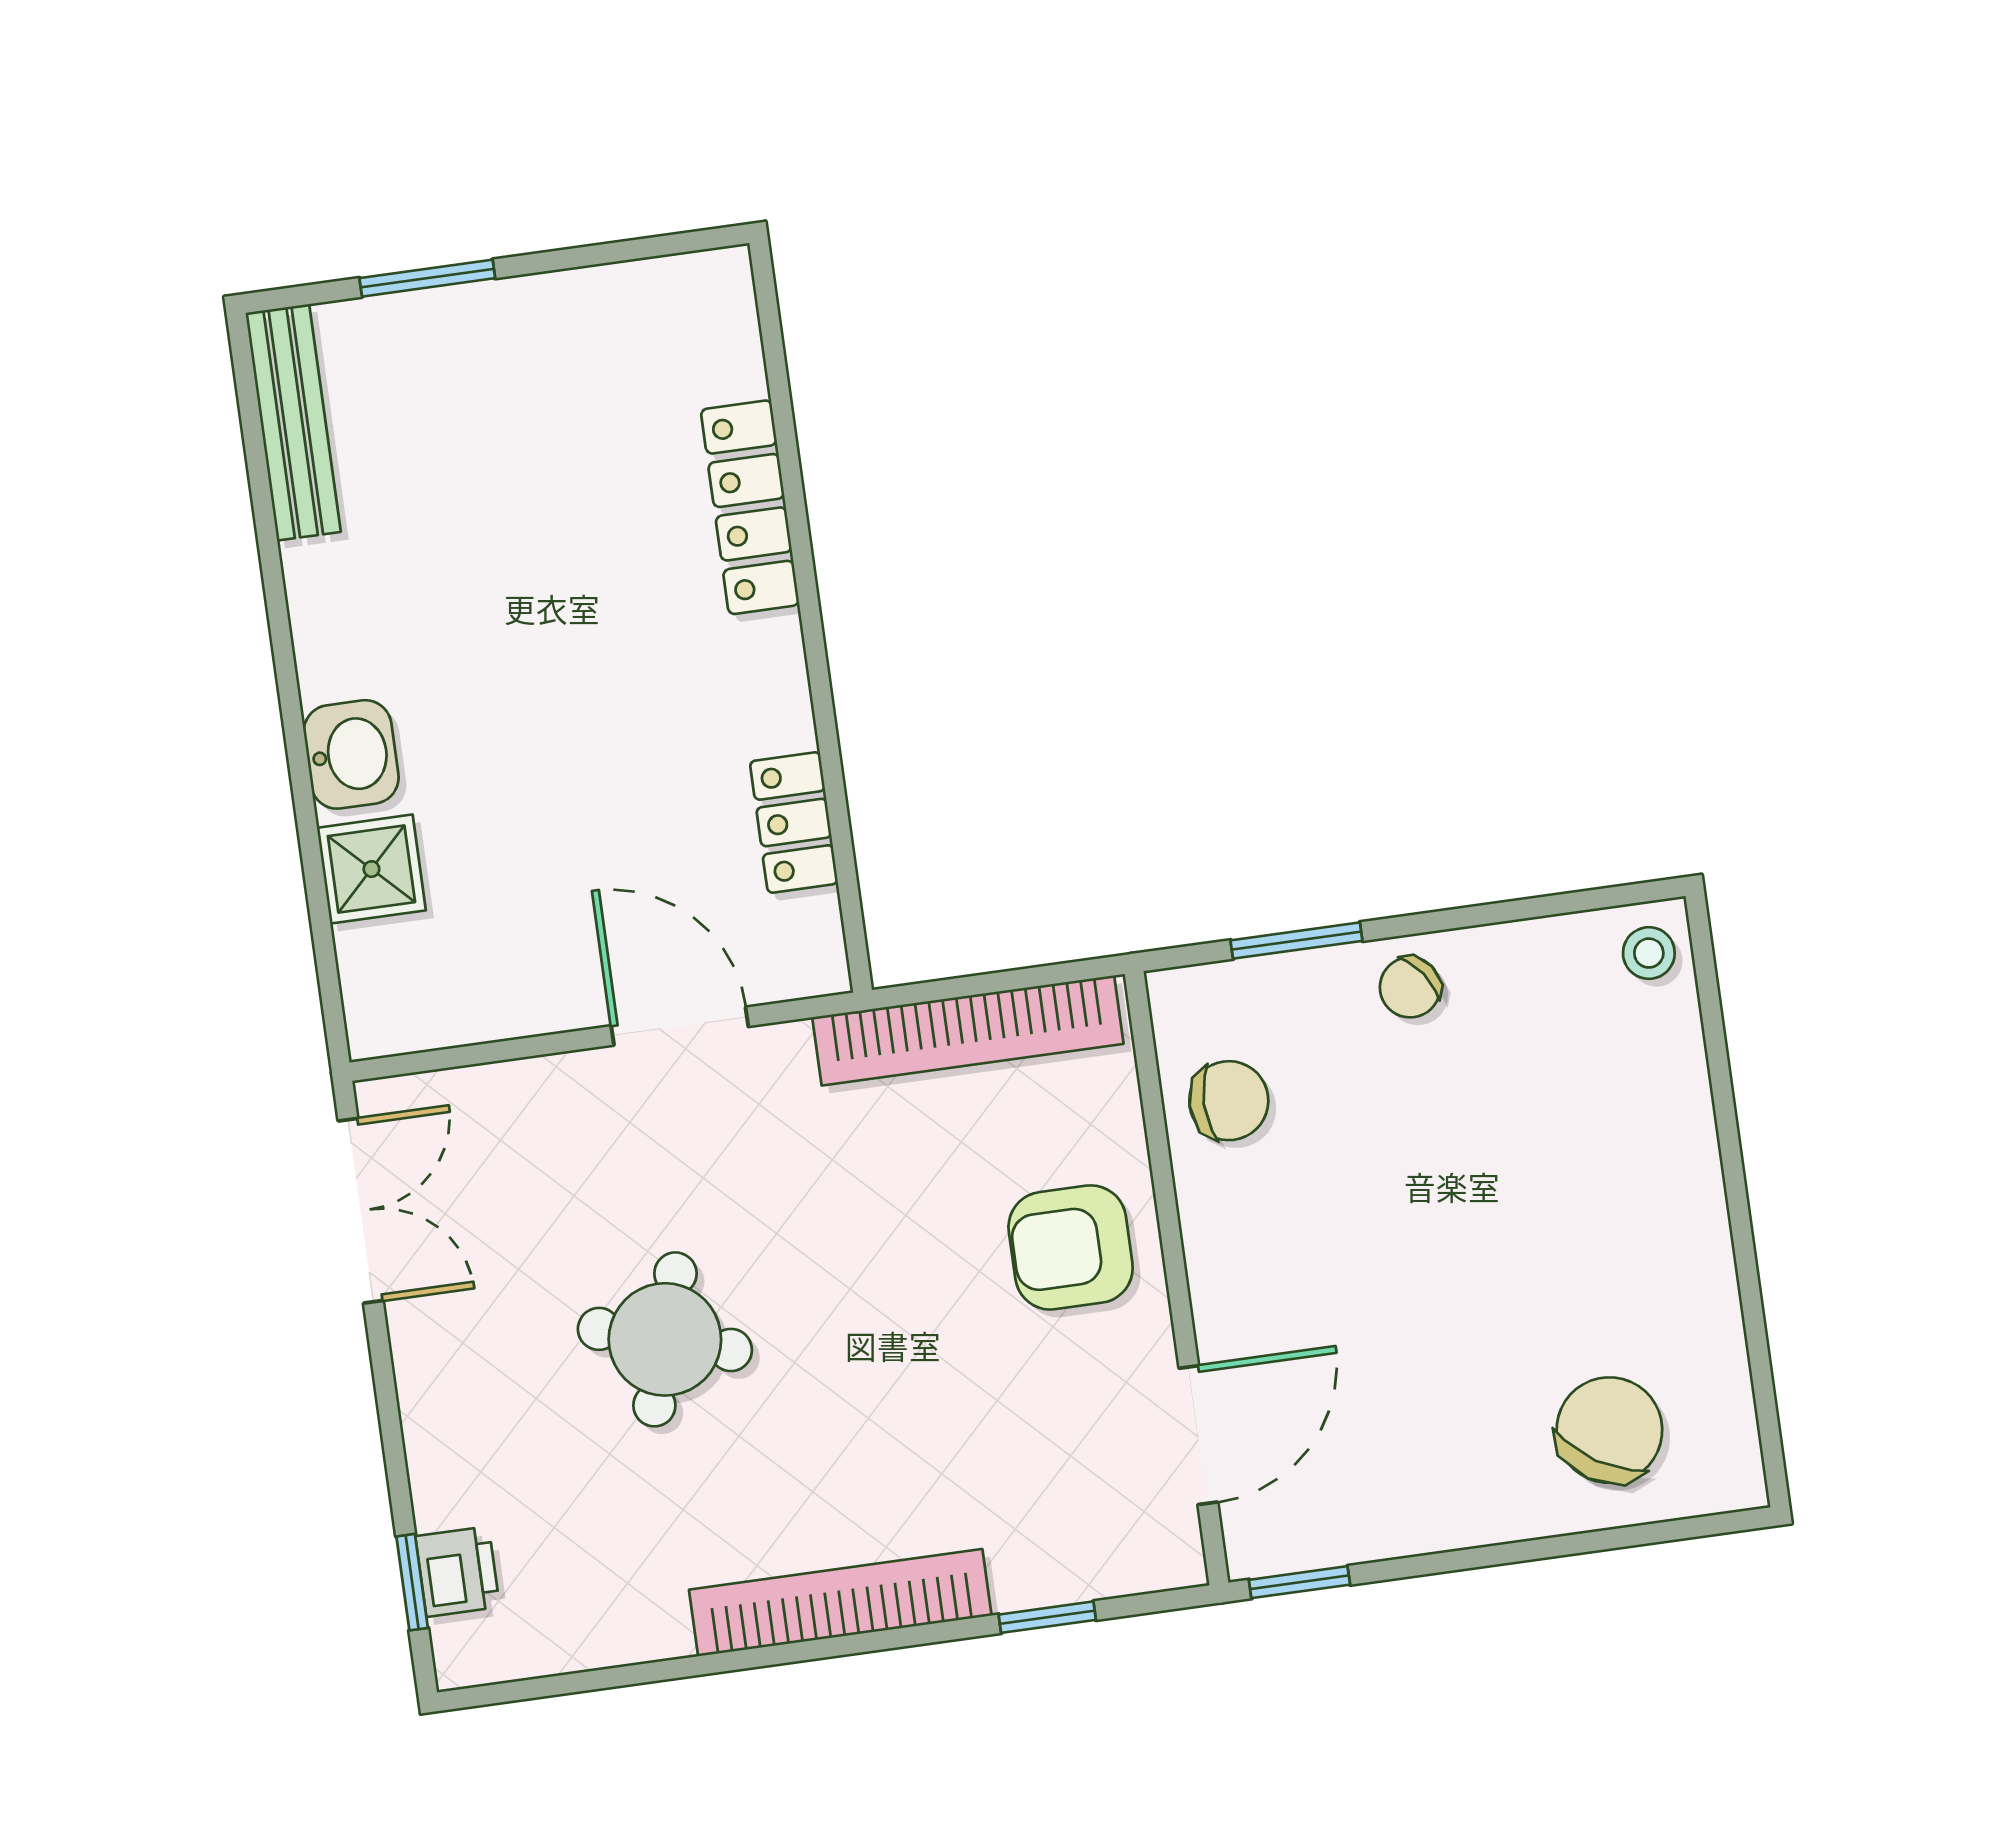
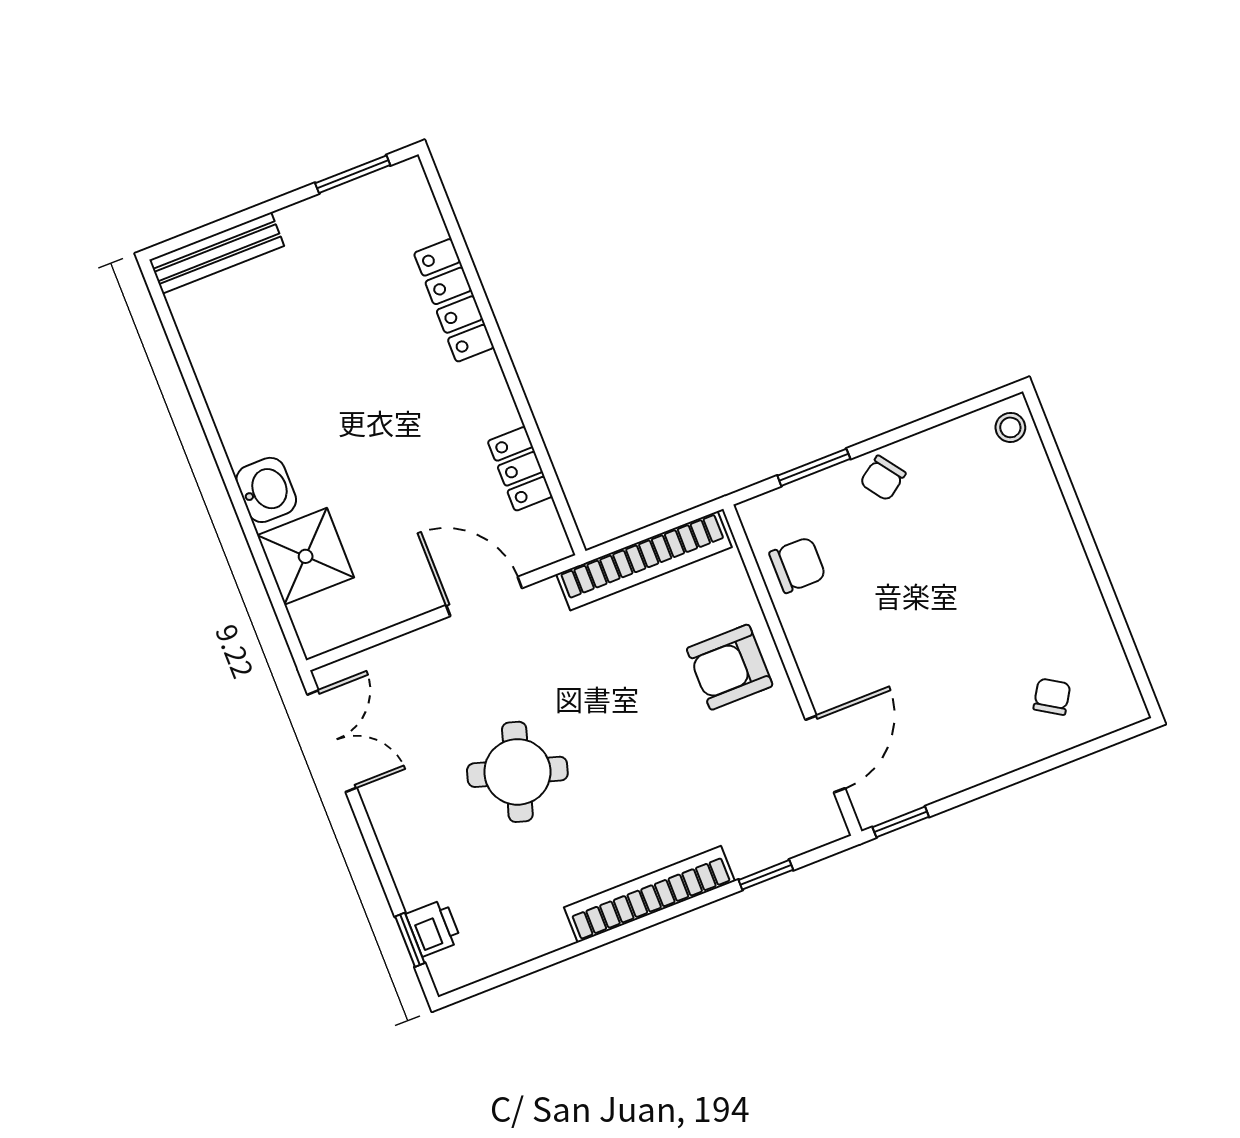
window: (427, 278) -> (353, 174), moved
bench: (293, 422) -> (217, 253), moved, turned 90
shower: (371, 869) -> (306, 556), width x1.36, depth x1.36
chair: (1609, 1430) -> (1052, 697), width x0.54, depth x0.54

